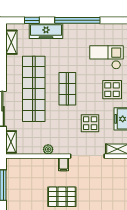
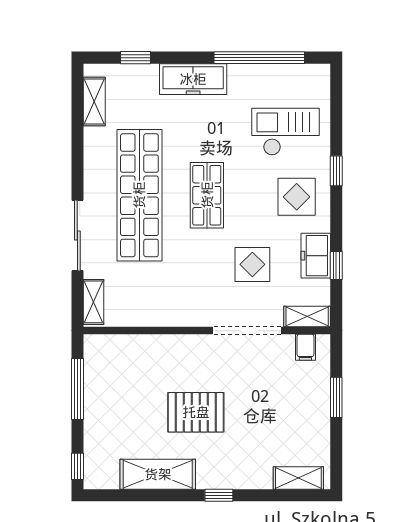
window: (77, 20) -> (259, 58), moved
freezer: (46, 31) -> (193, 79), moved
plant: (48, 149) -> (168, 317), removed
filing cabinet: (63, 164) -> (305, 347), moved

